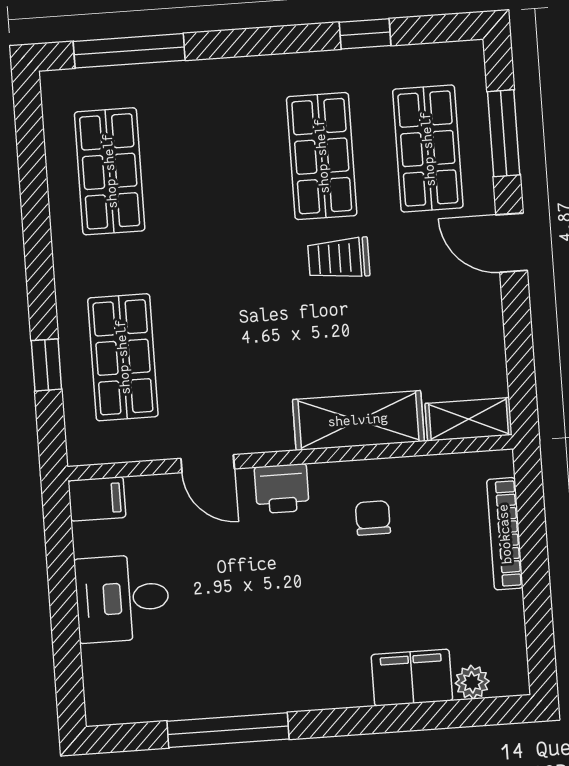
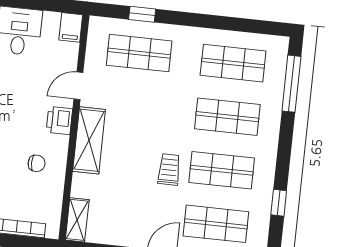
shop shelf: (216, 164) -> (227, 117), added
shelving: (358, 420) -> (89, 140), moved

